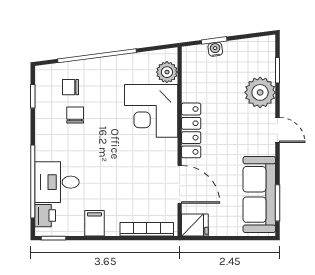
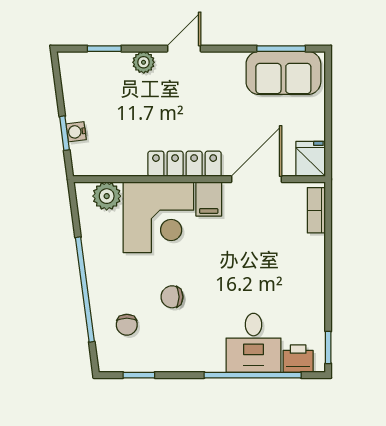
plant: (260, 92) -> (144, 62), width x0.53, depth x0.53
chair: (75, 115) -> (172, 297), moved
sofa: (259, 194) -> (283, 73), width x0.73
filing cabinet: (94, 223) -> (209, 199), moved, turned -90
bookcase: (147, 229) -> (316, 210), width x0.64

